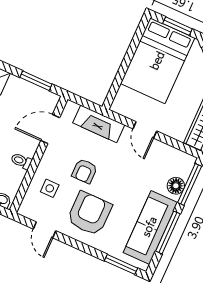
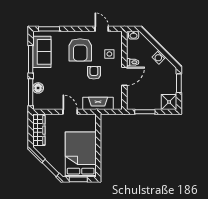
door: (50, 129) -> (124, 76), moved
sofa: (150, 227) -> (42, 52), width x0.73

